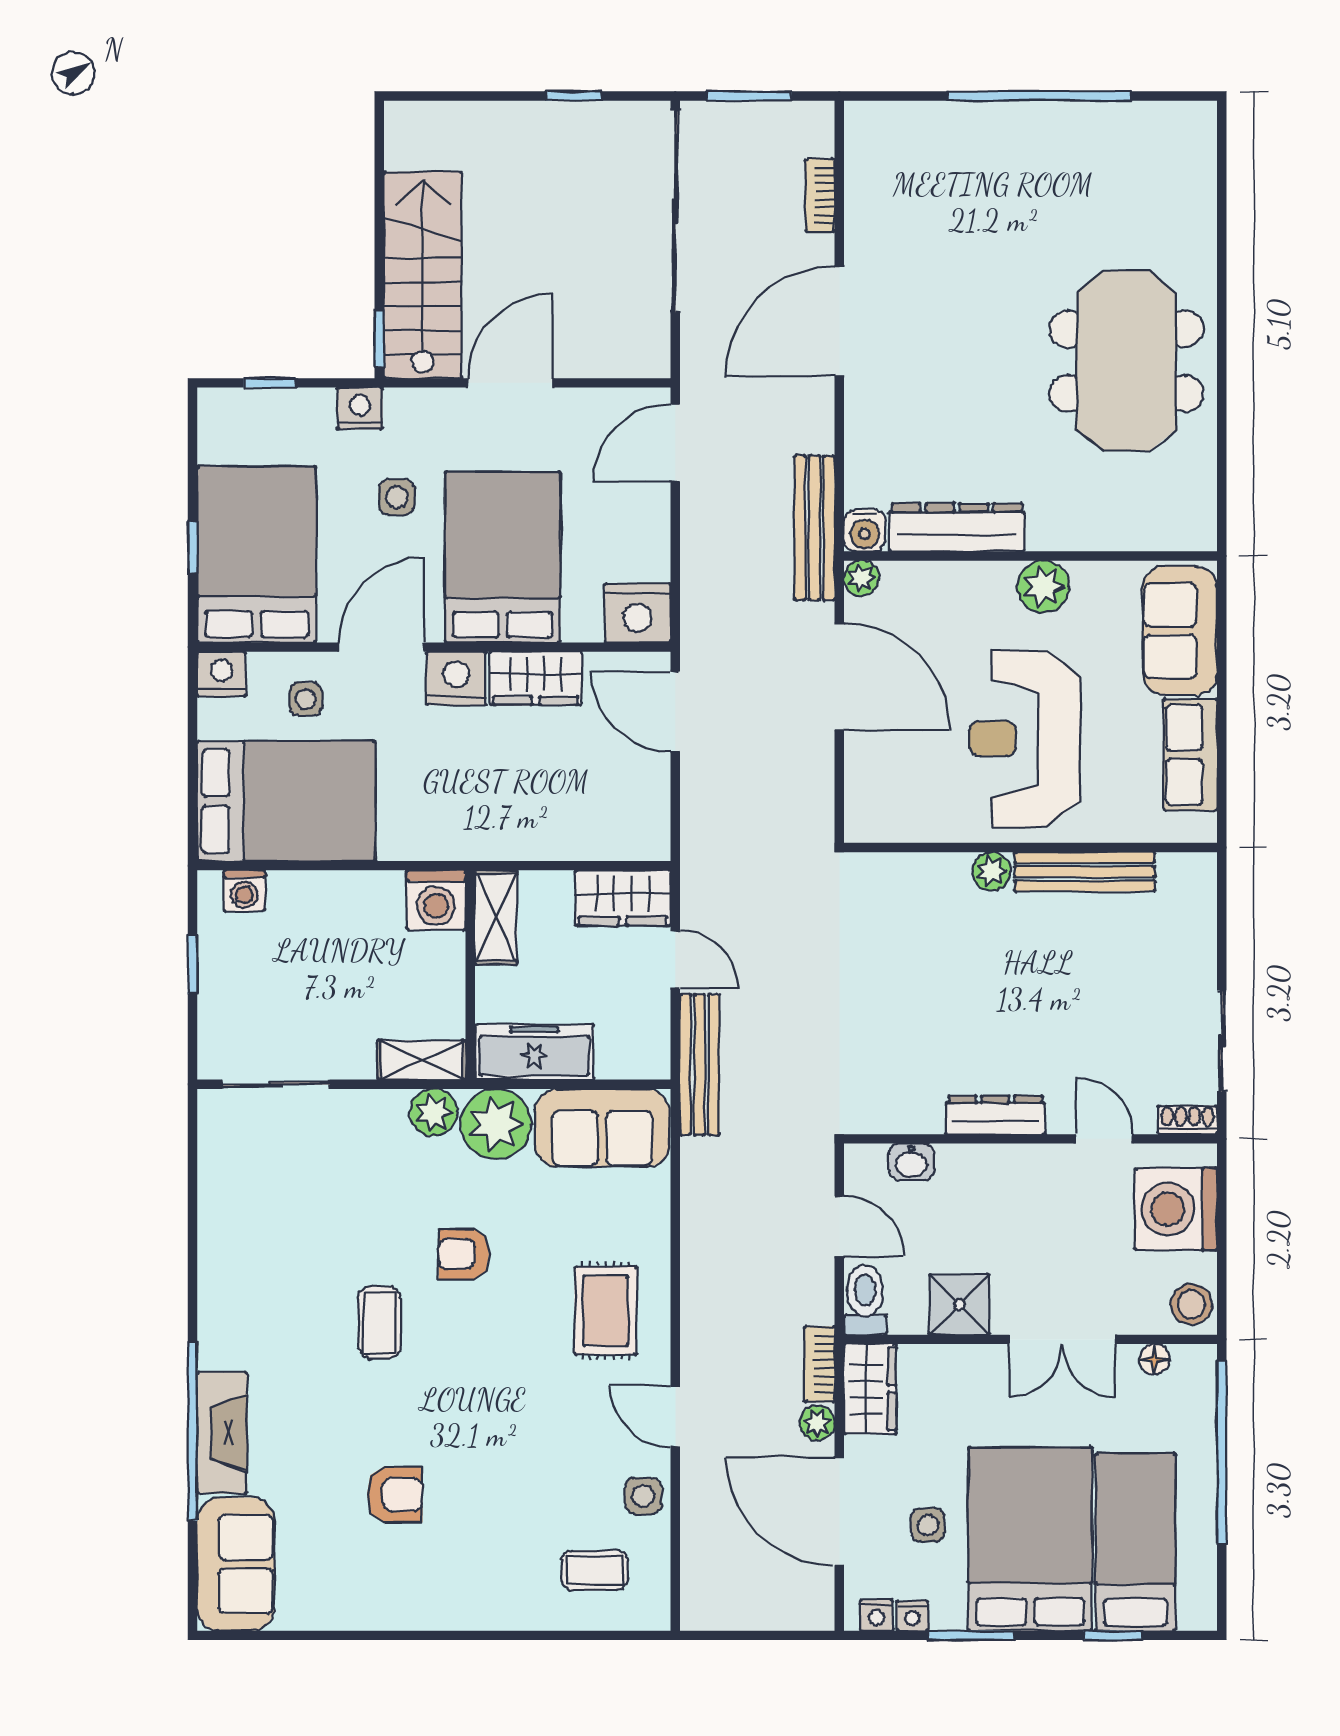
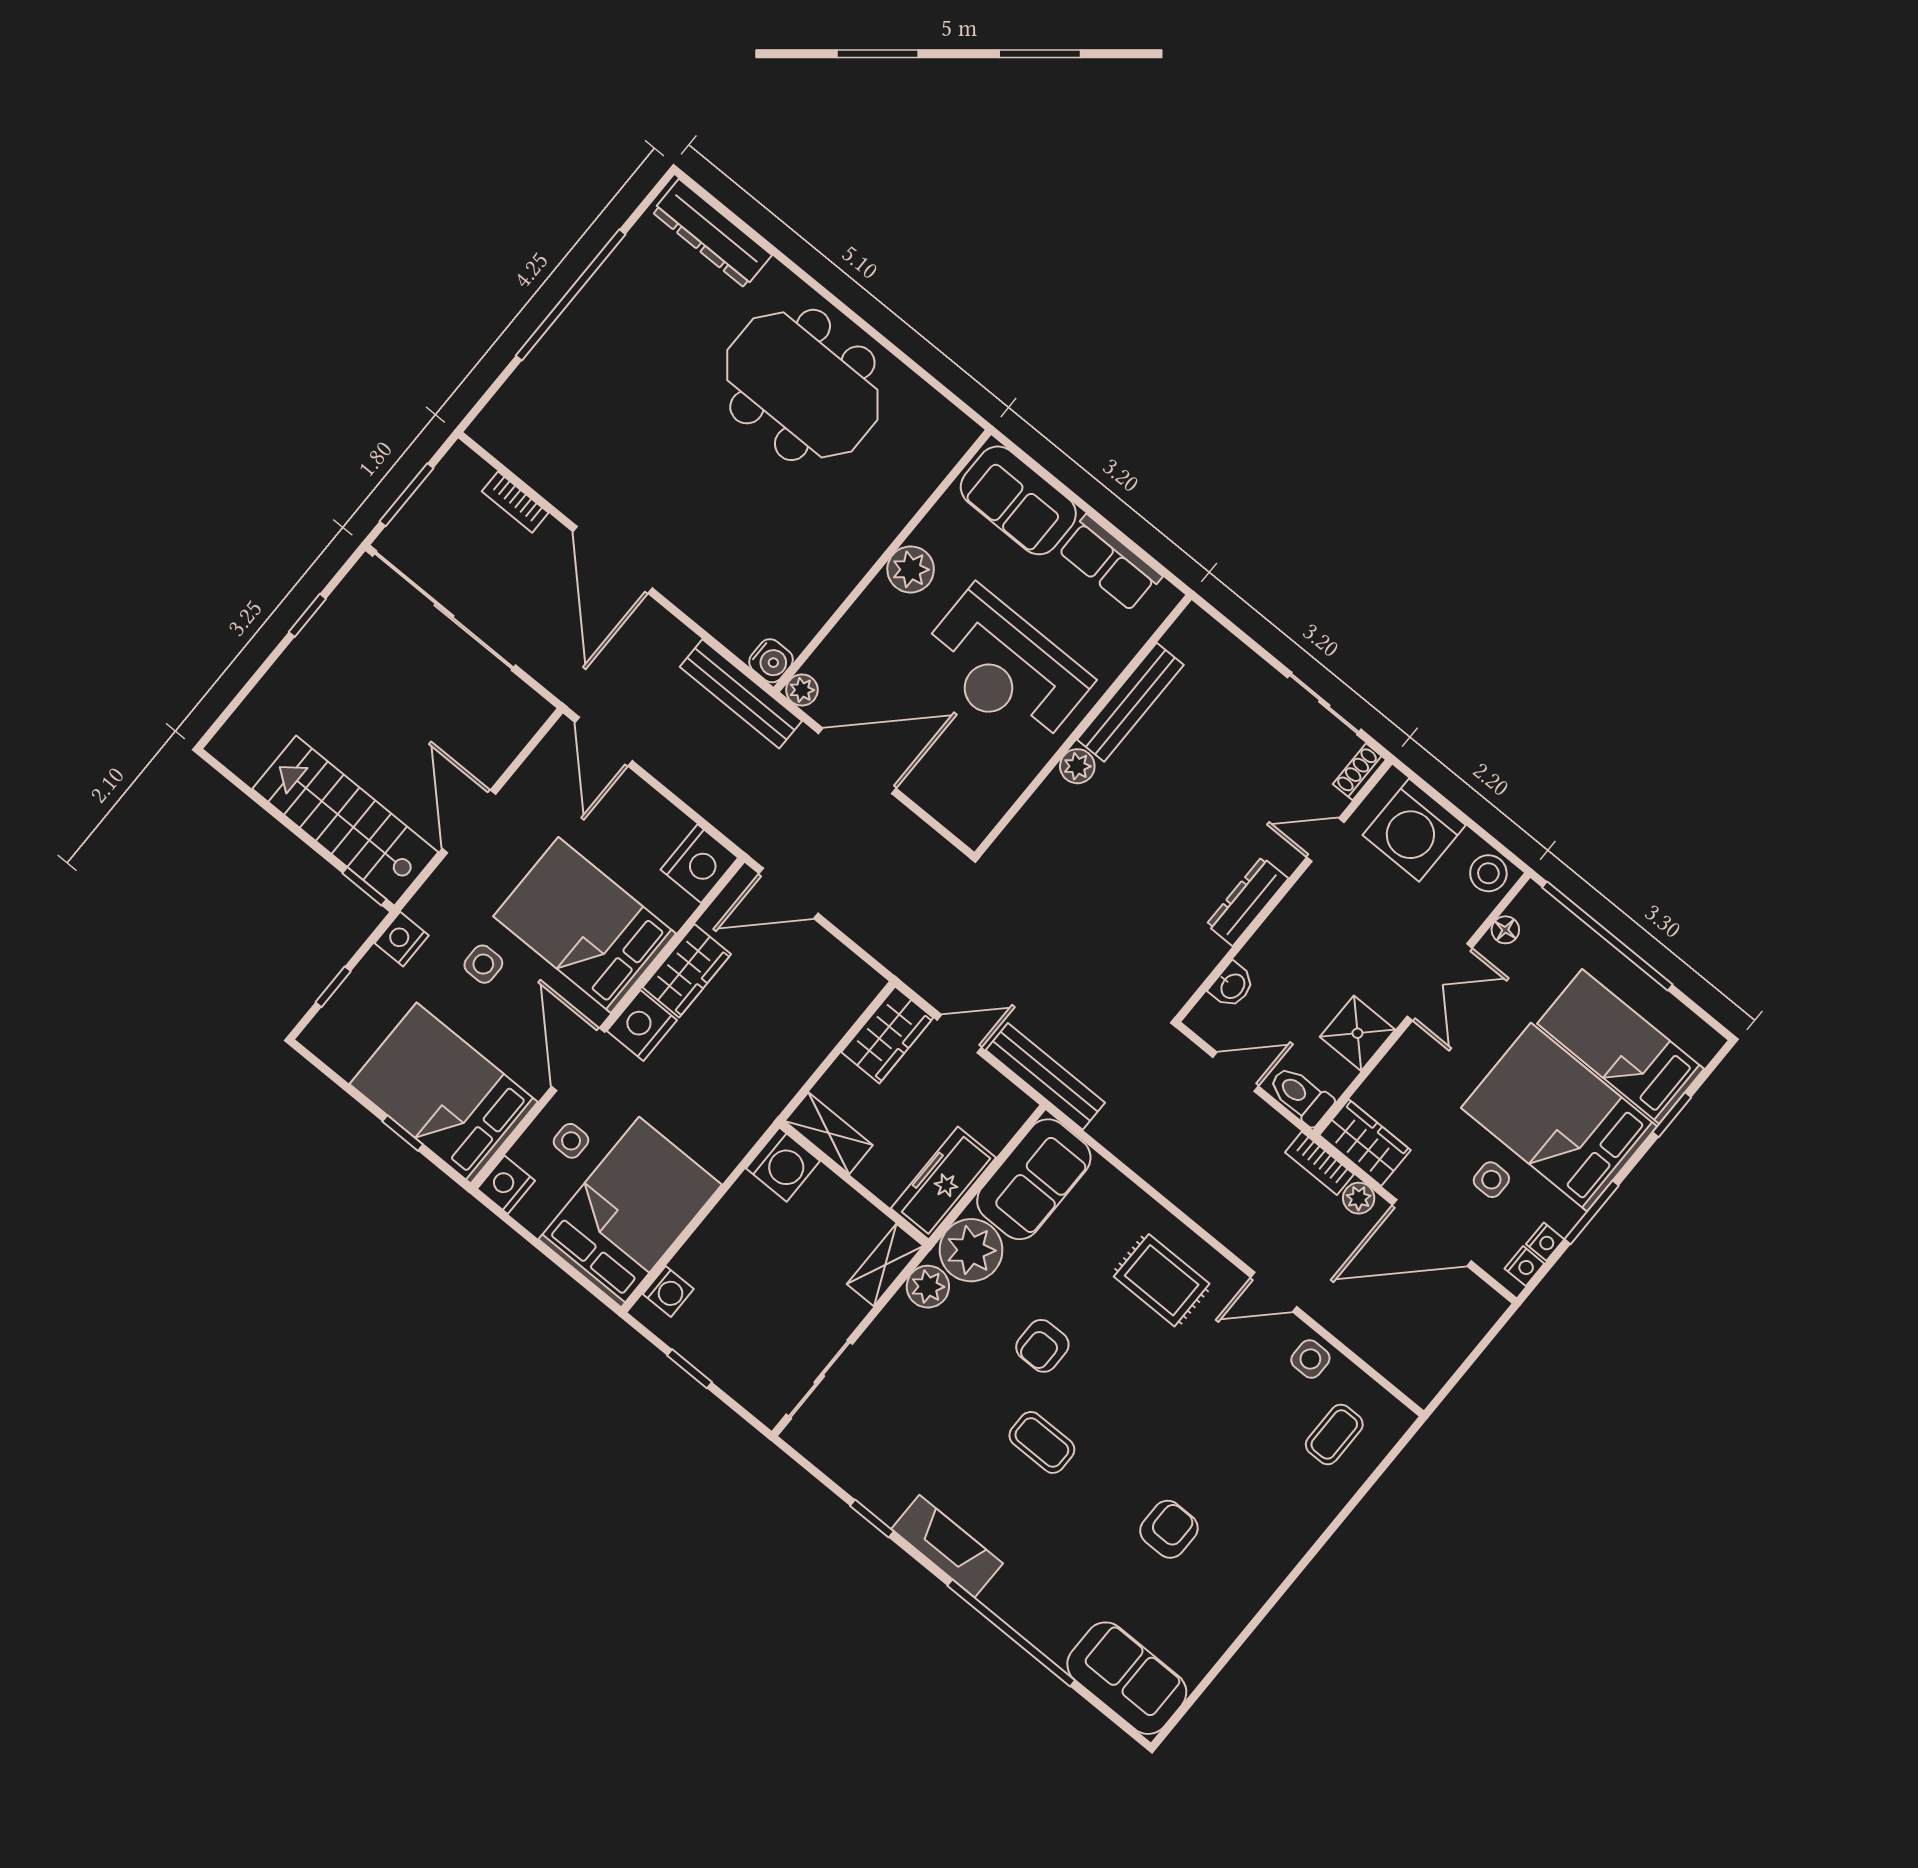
dresser: (957, 527) -> (712, 234), moved, turned -90
window: (192, 1229) -> (872, 1519), added
fireplace: (222, 1433) -> (947, 1546), moved

